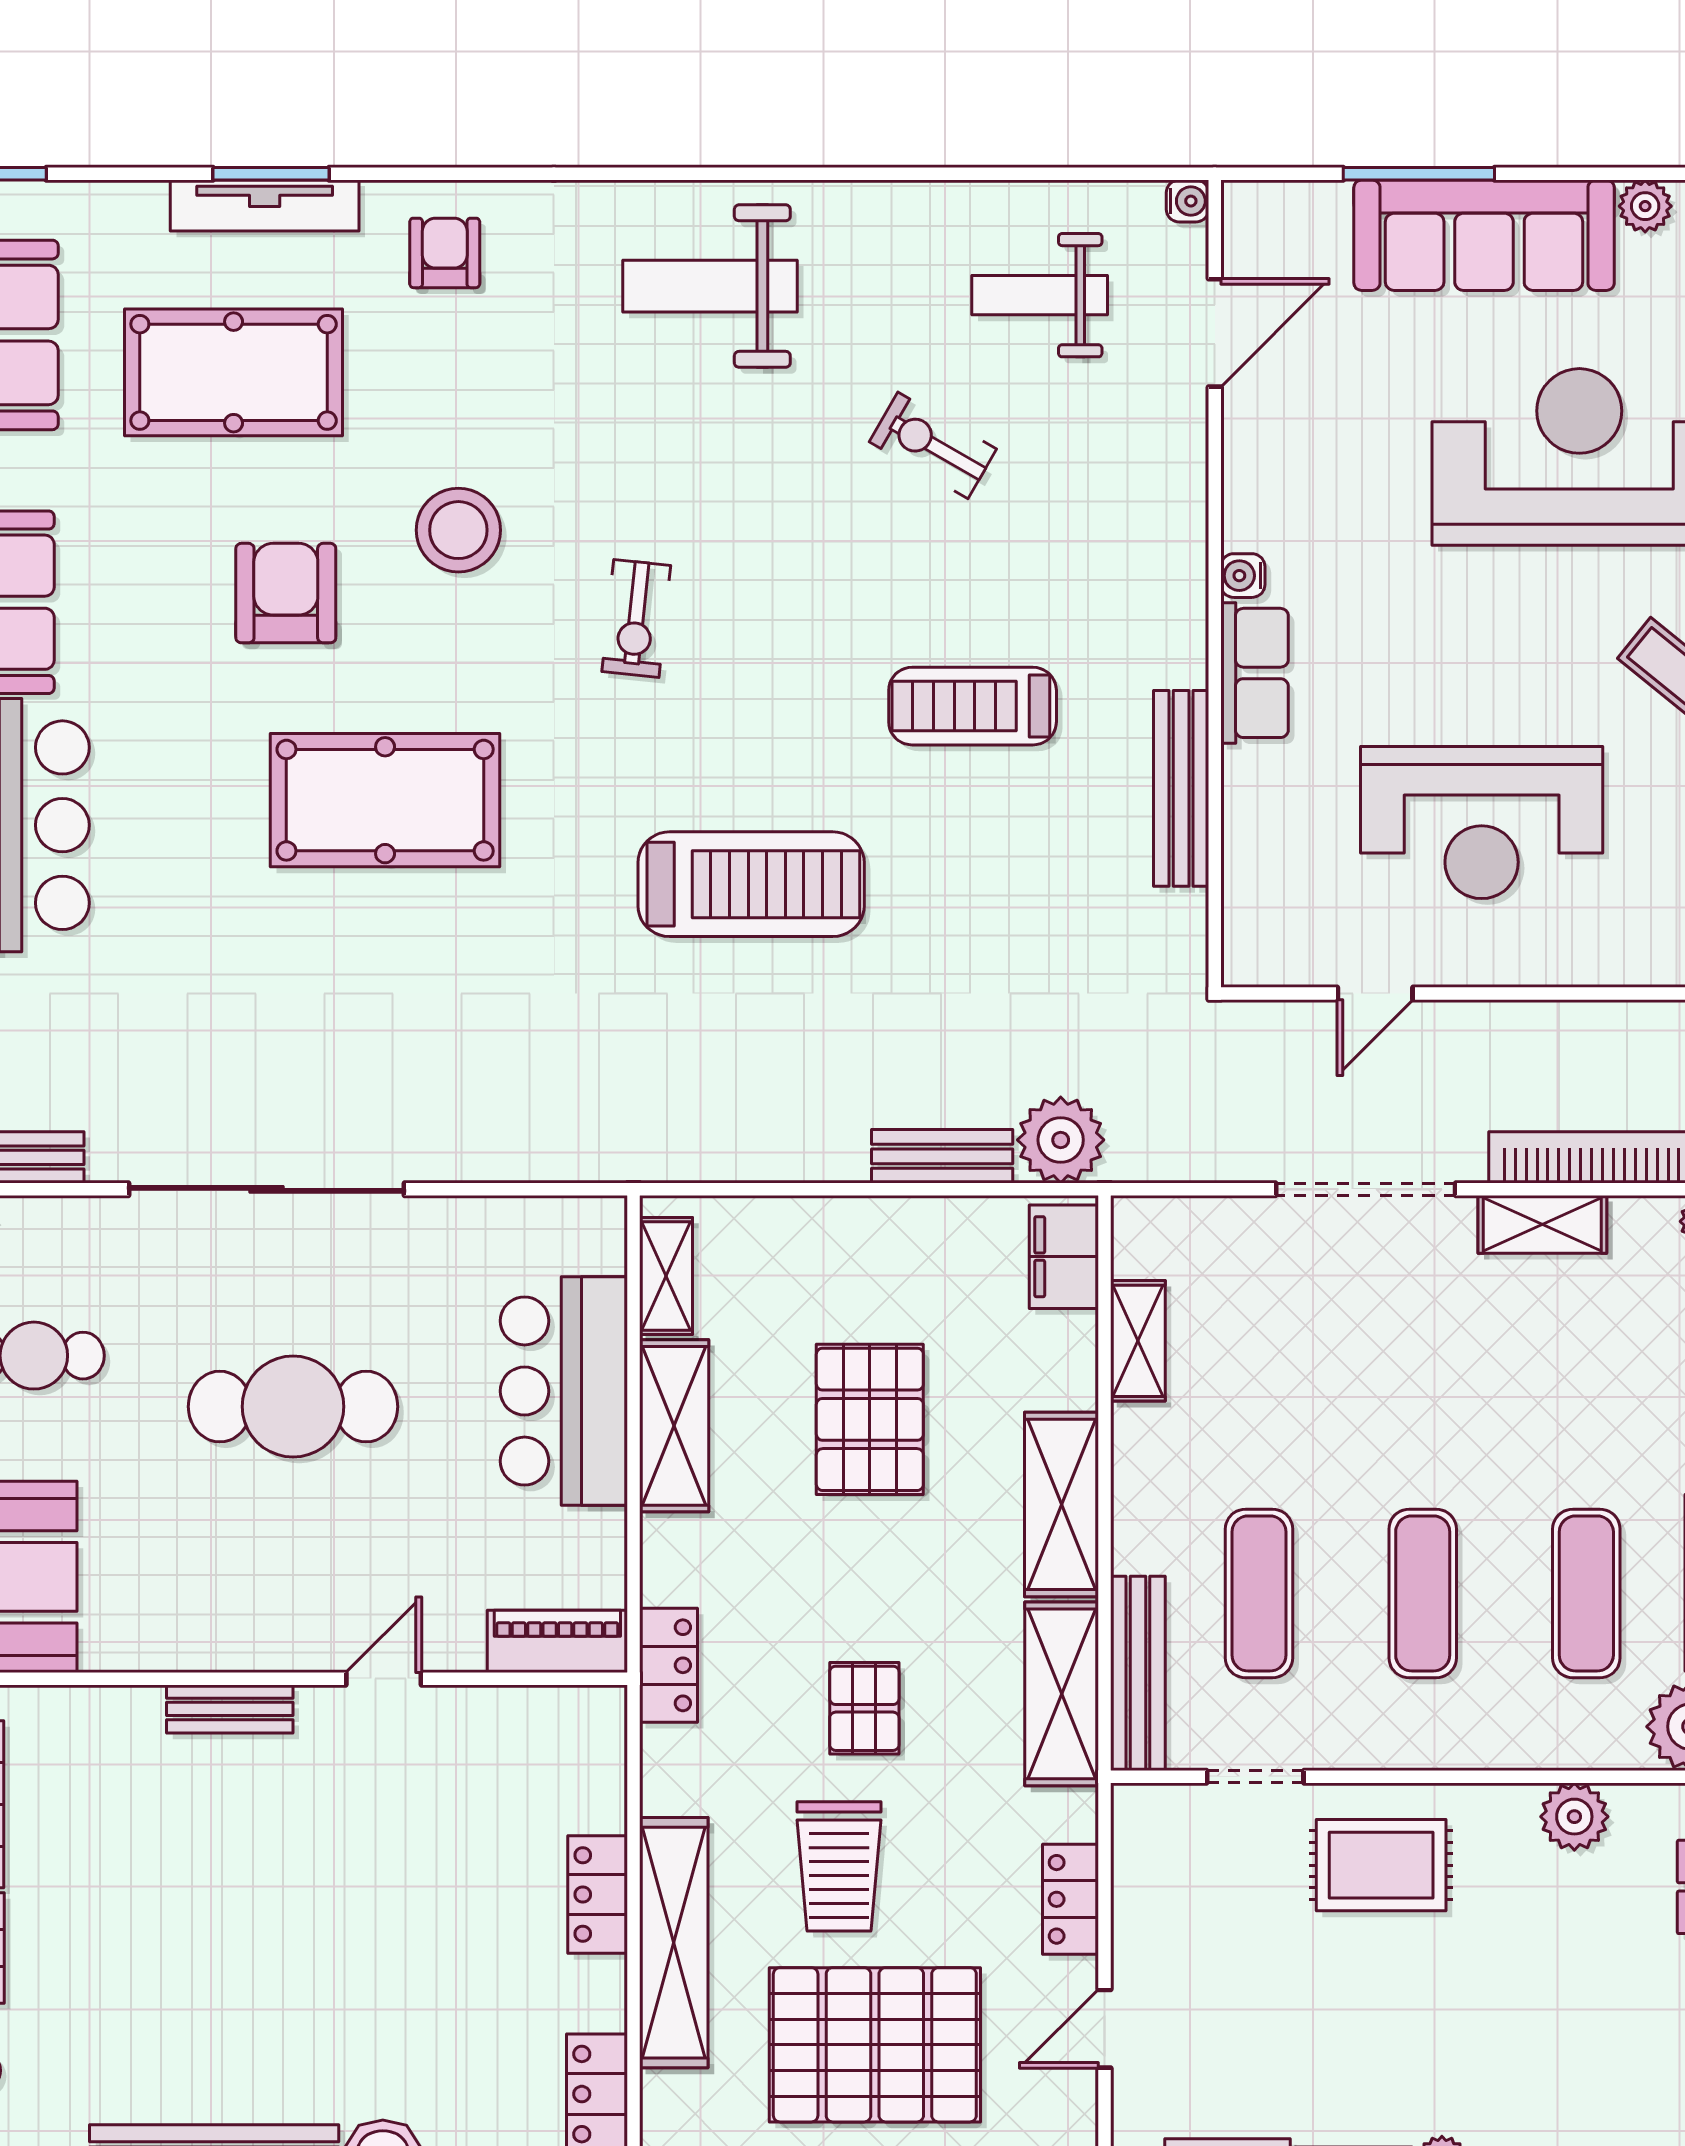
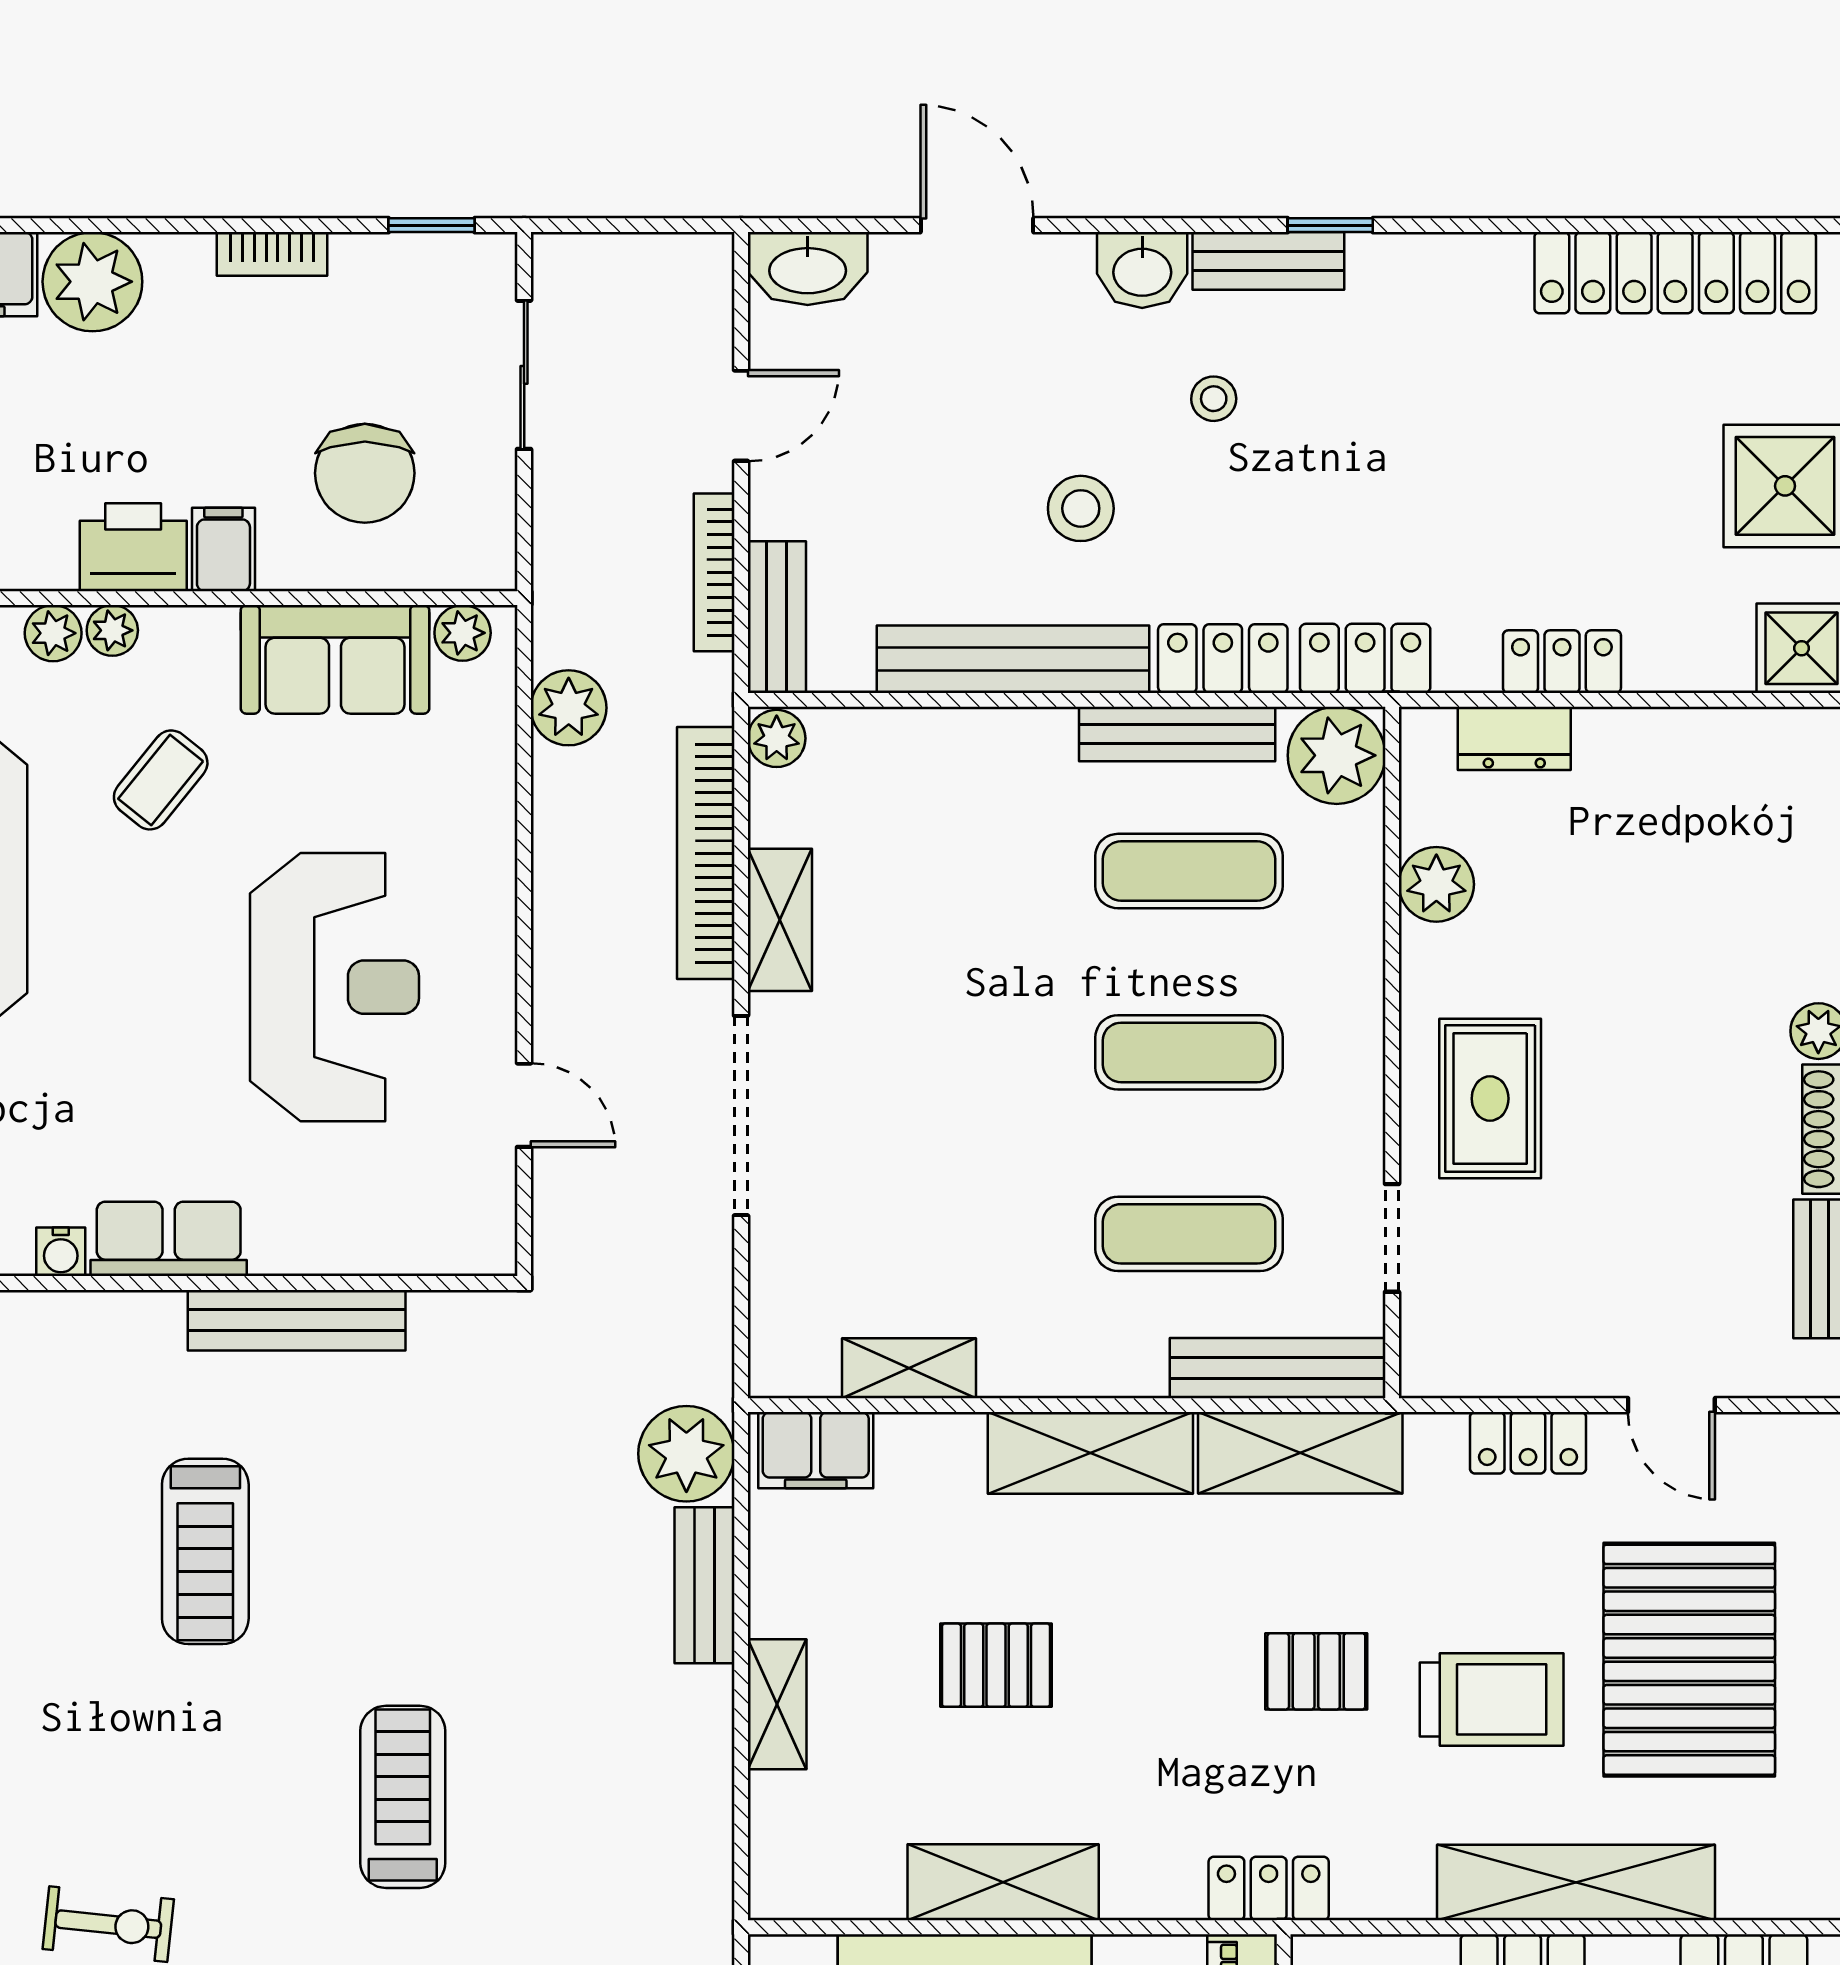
treadmill: (751, 884) -> (403, 1797), width x0.73, depth x0.73
shelving: (666, 1276) -> (777, 1704), moved, turned 90
pallet: (870, 1419) -> (996, 1665), width x0.67, depth x0.71

